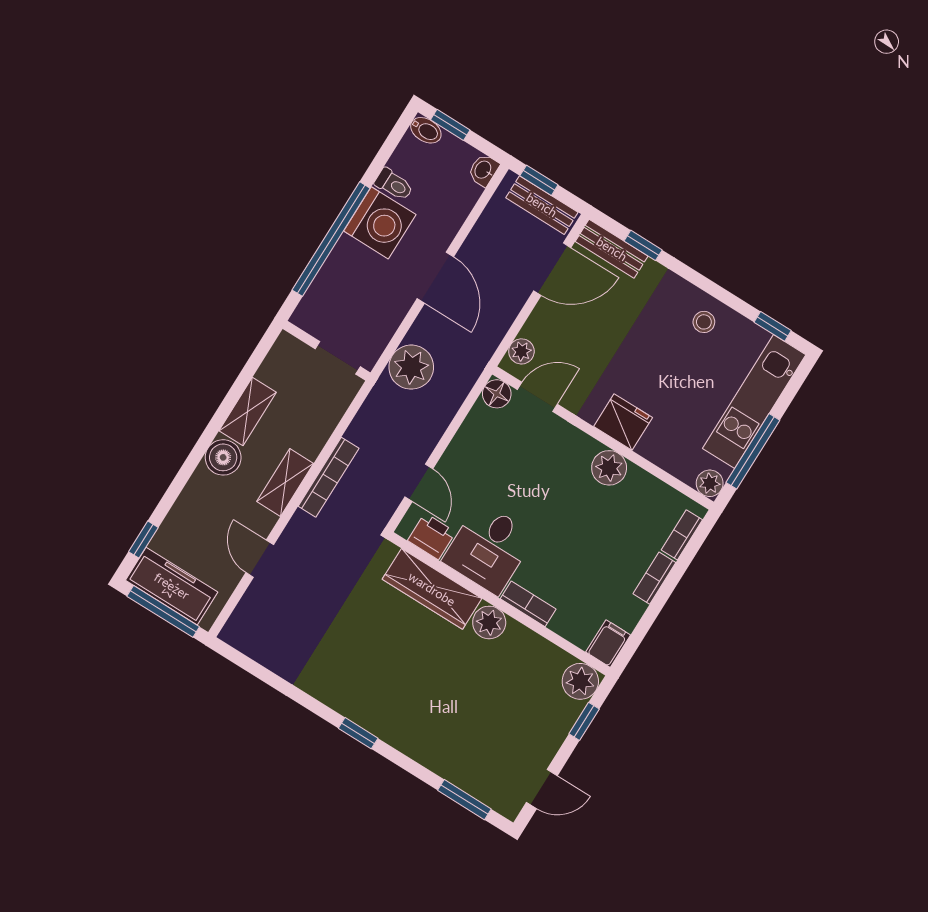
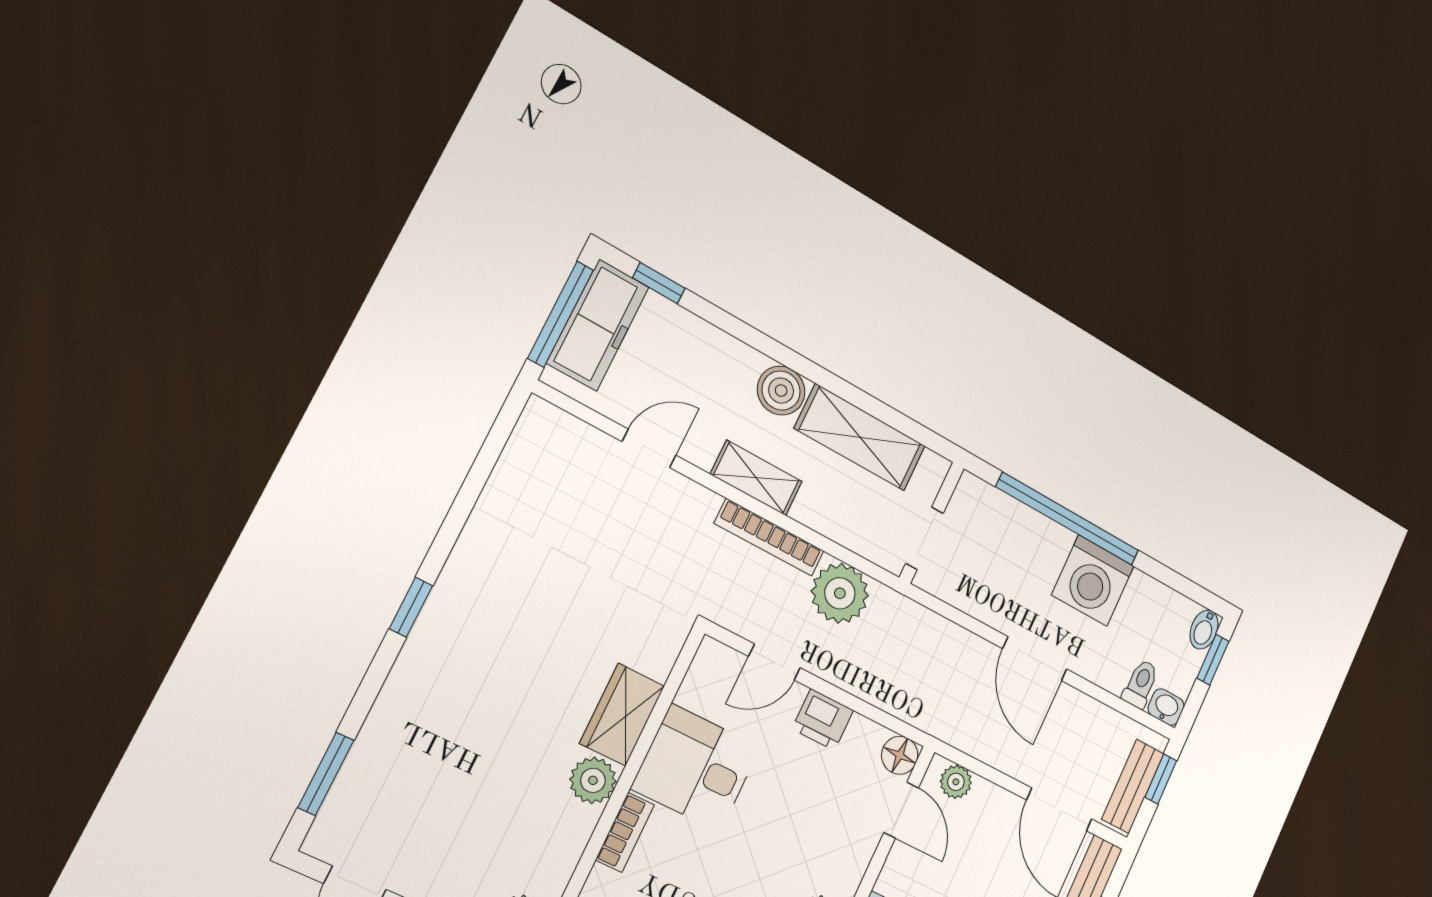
toilet: (394, 185) -> (1141, 684), moved, turned 180
door: (435, 278) -> (1035, 659), hinge flipped
plant: (411, 367) -> (840, 593), moved
shelving: (248, 411) -> (860, 437), width x1.50, depth x1.33
printer: (432, 536) -> (823, 720), moved, turned 90
wardrobe: (432, 589) -> (622, 715), width x0.67

